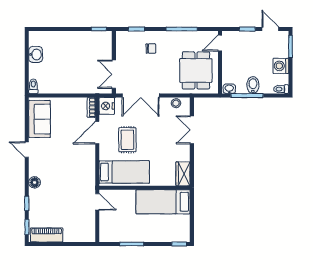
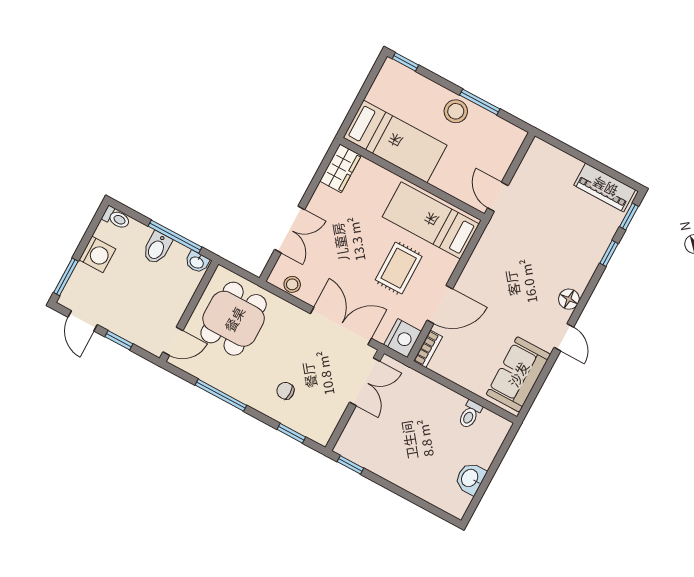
toilet: (33, 86) -> (470, 414), moved
floor lamp: (35, 182) -> (569, 299), moved
stool: (141, 233) -> (456, 111), added

